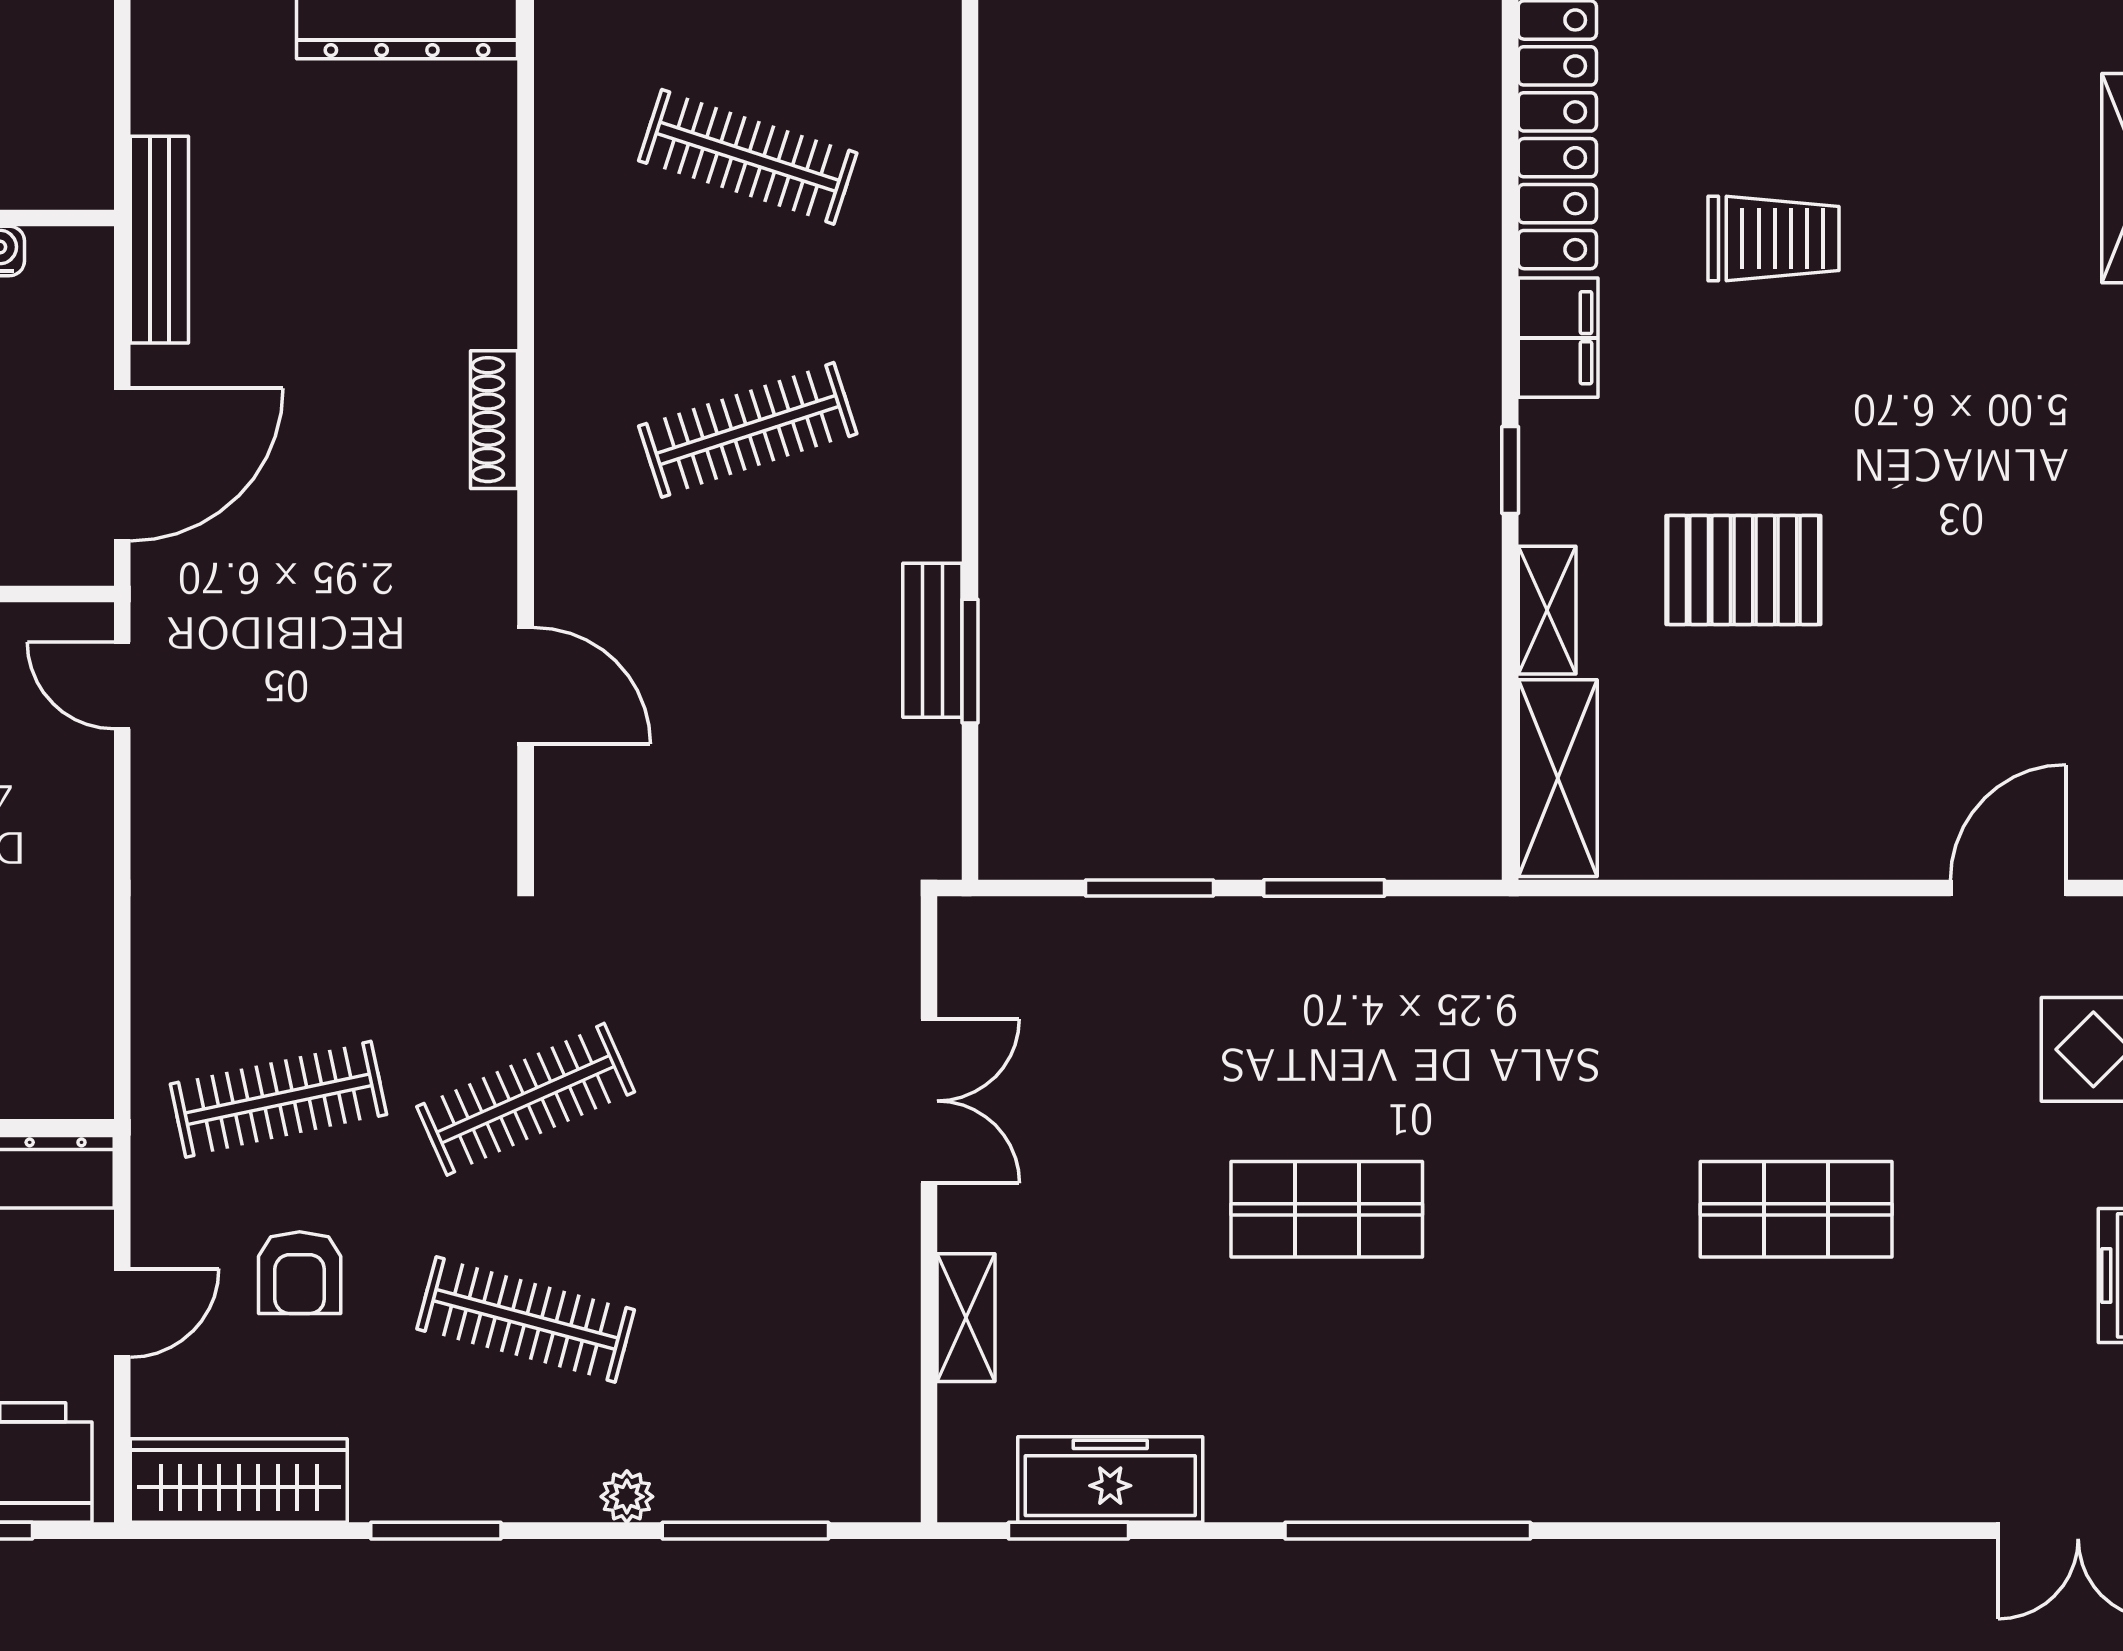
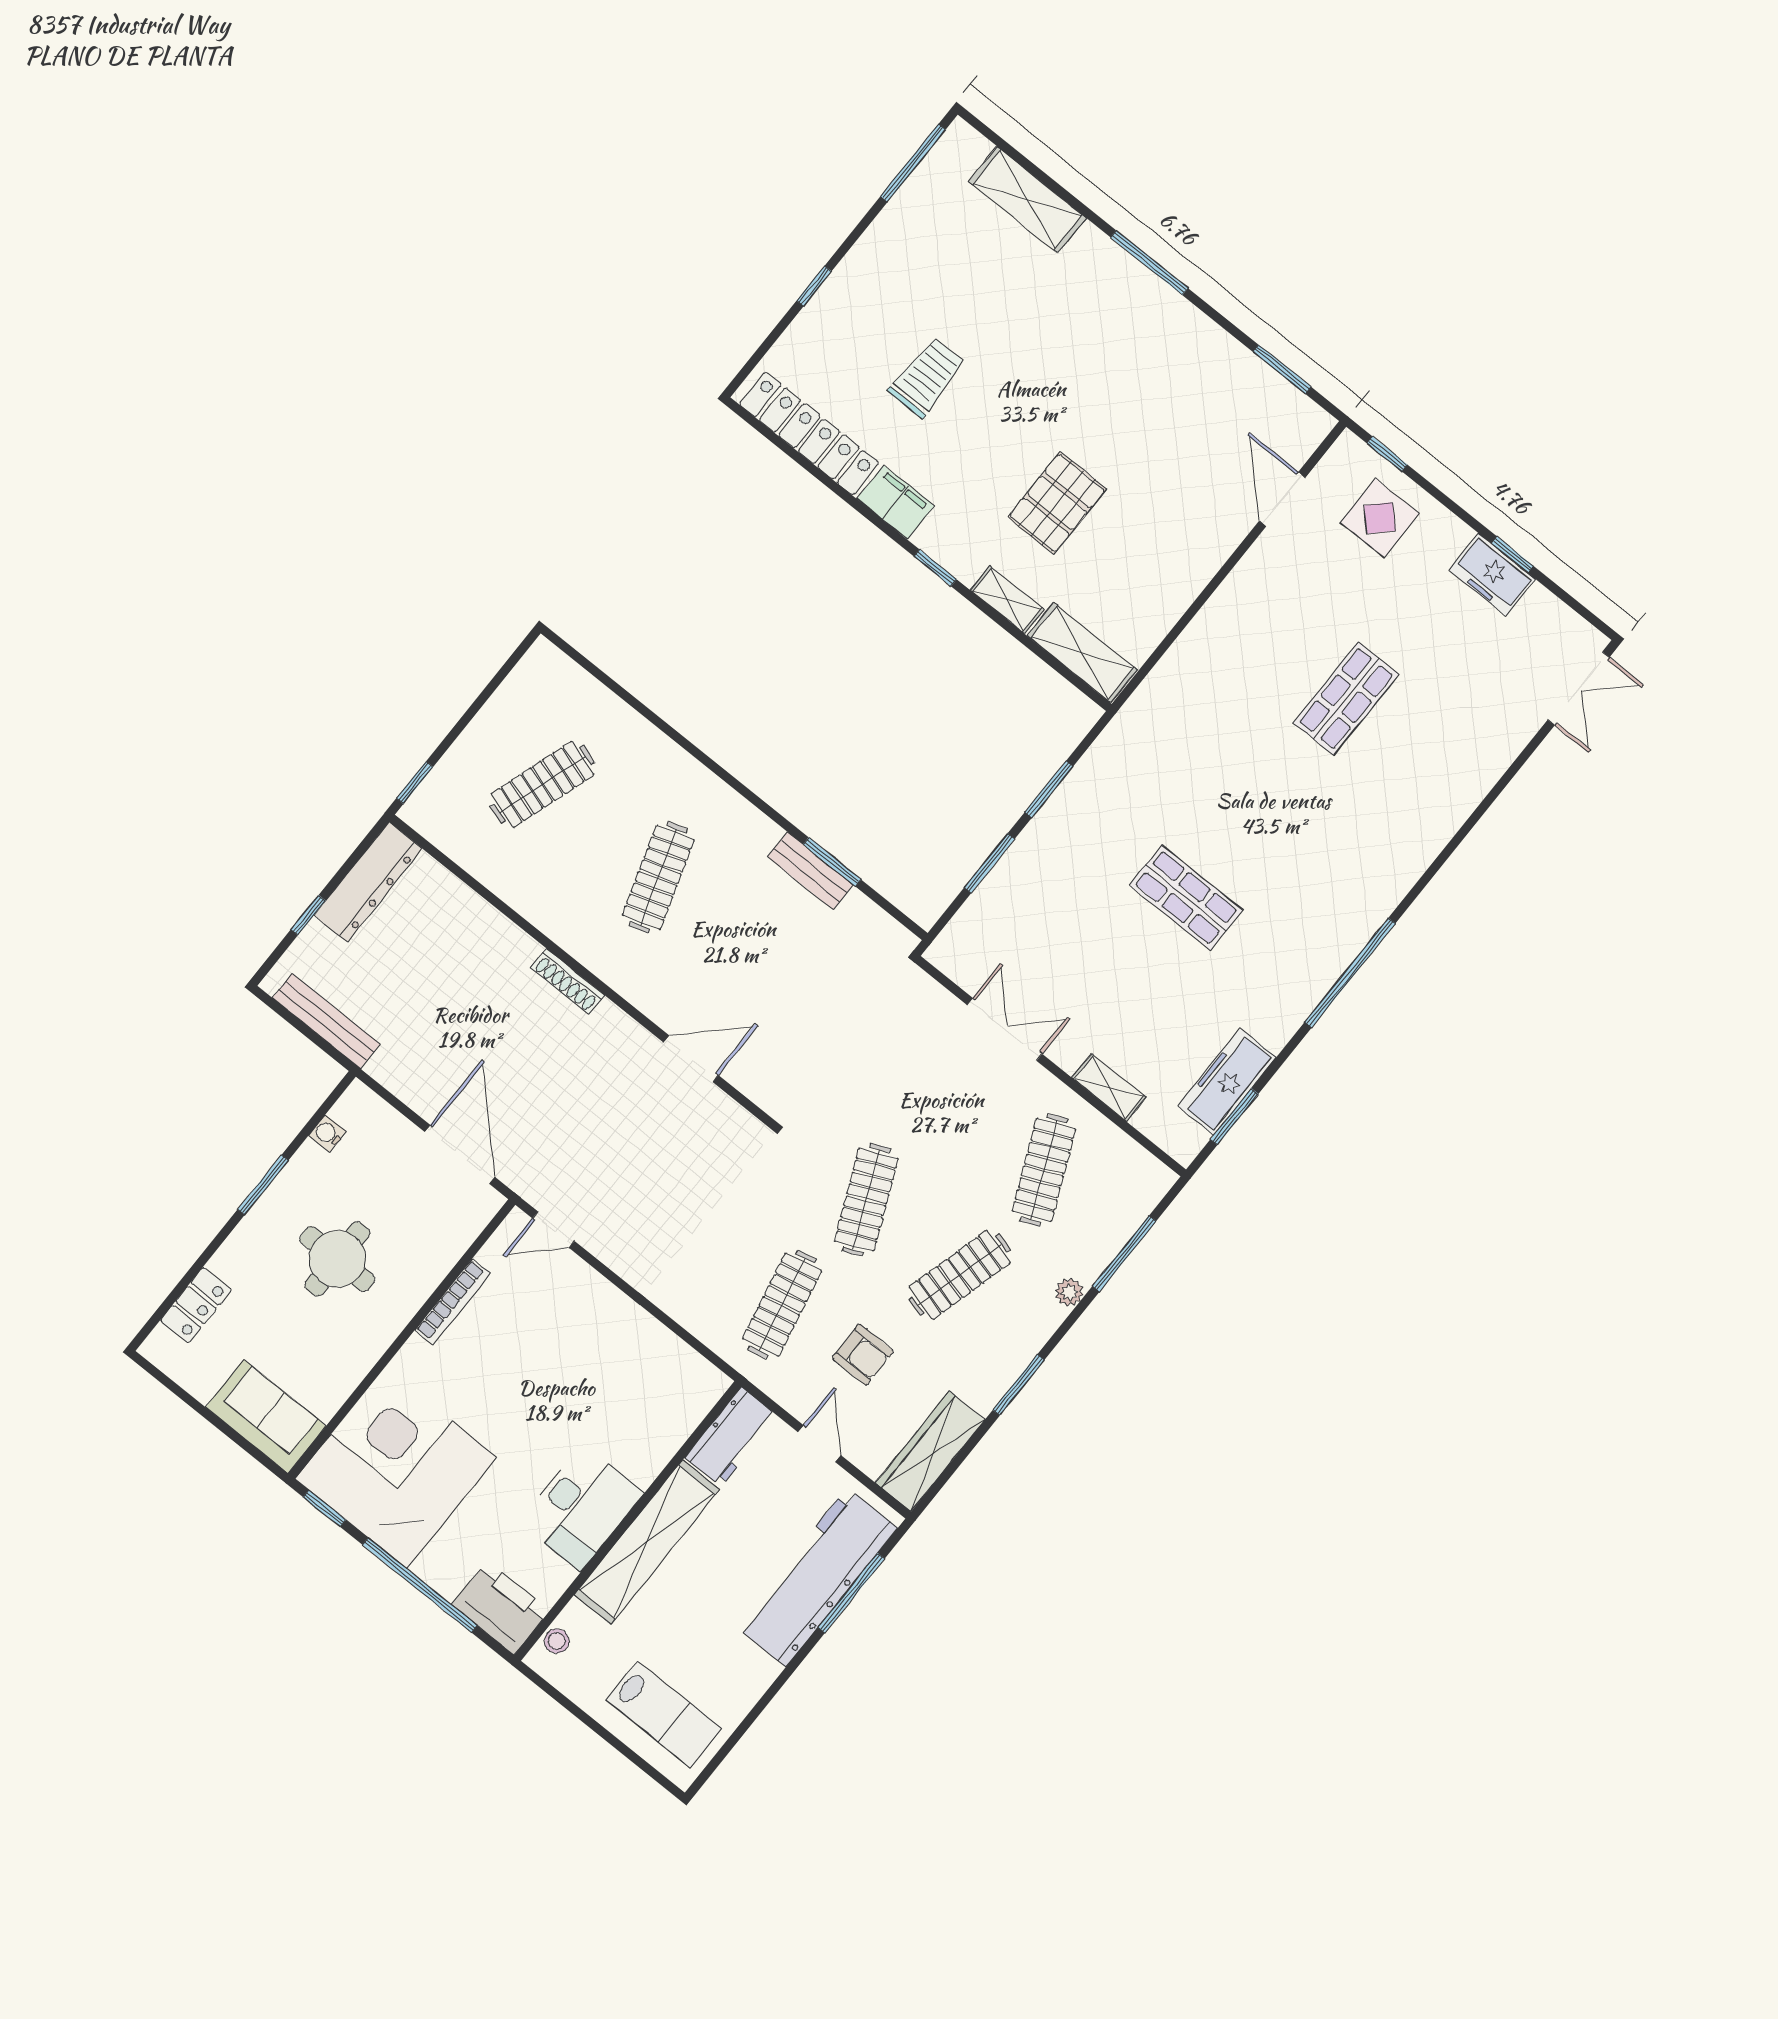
bench: (159, 240) -> (326, 1021), moved
shop shelf: (1327, 1209) -> (1186, 898), turned 90
clothes rail: (773, 1319) -> (1044, 1170), added

